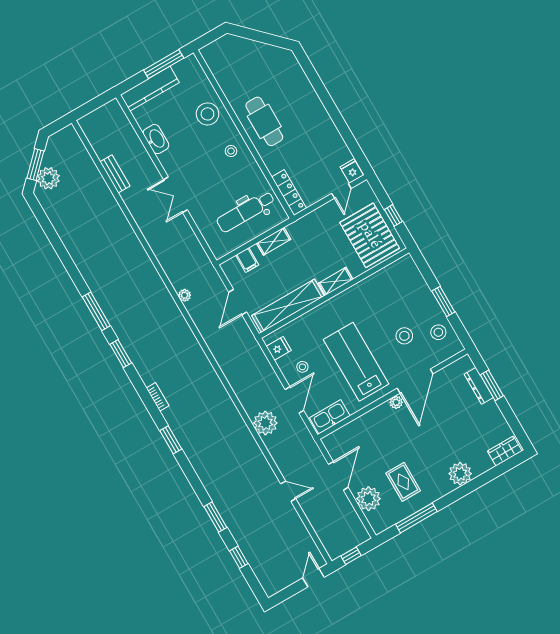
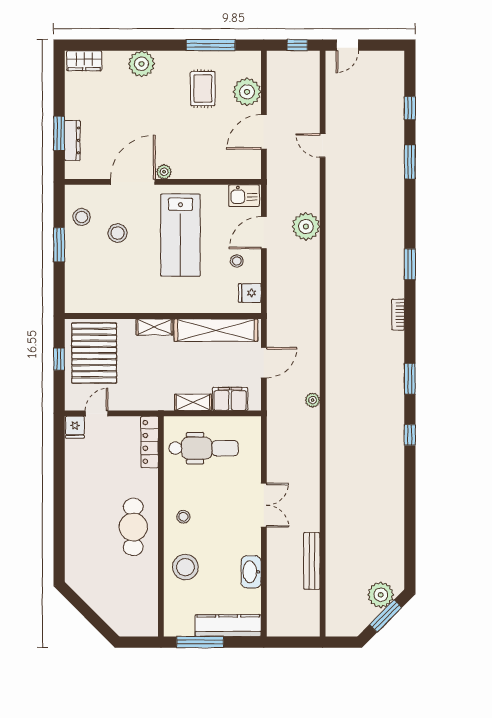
bench: (115, 174) -> (312, 561), width x1.36
filing cabinet: (247, 260) -> (230, 399), width x2.00
window: (96, 311) -> (410, 435), width x0.46
kitchen sink: (330, 417) -> (244, 196), width x0.73

